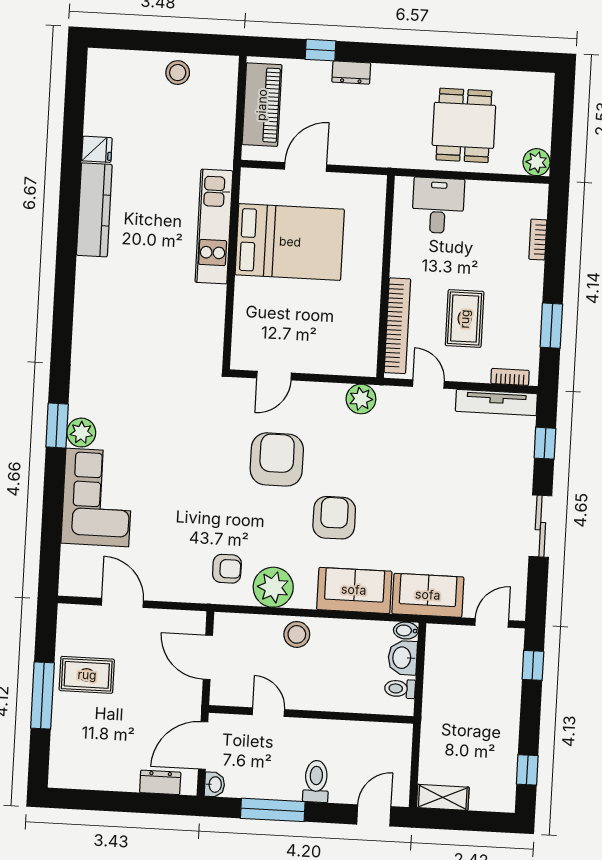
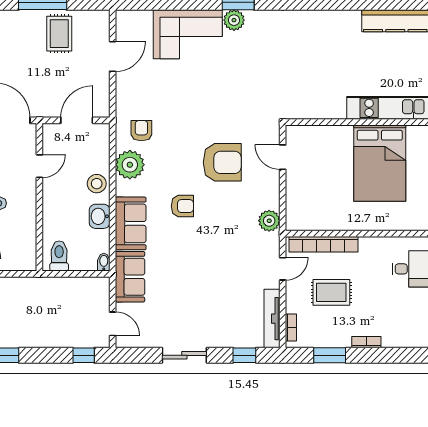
bookcase: (538, 240) -> (366, 342), moved
armchair: (334, 518) -> (182, 206), width x0.72, depth x0.72
armchair: (227, 569) -> (141, 131), turned 180
washbasin: (403, 658) -> (100, 216), moved, turned -90
toilet: (400, 689) -> (59, 256), width x1.37, depth x1.39

